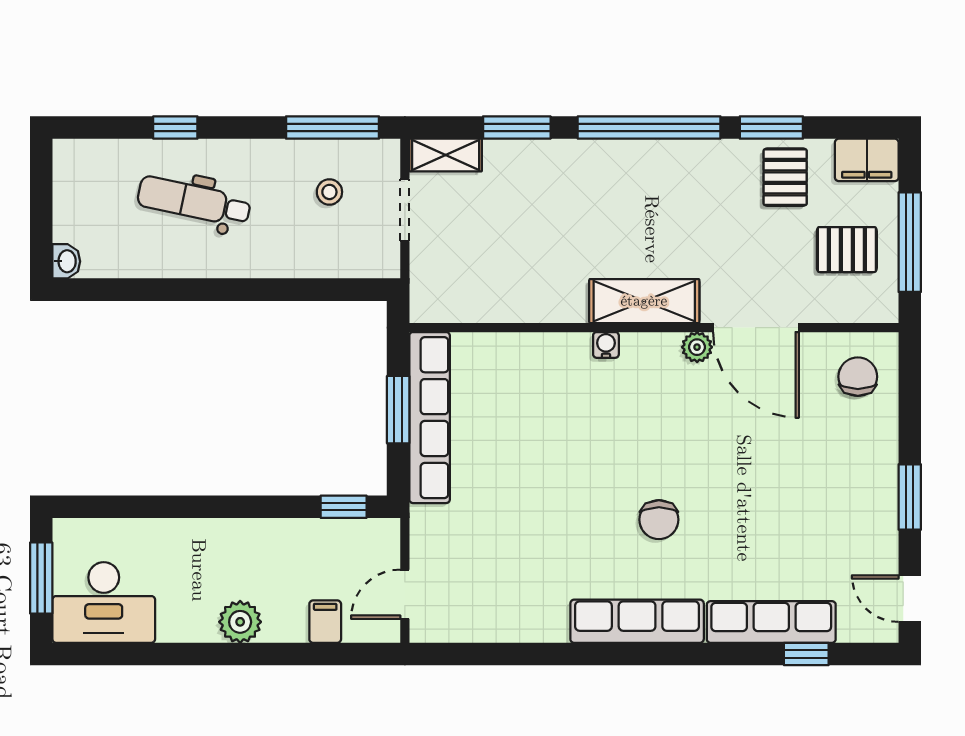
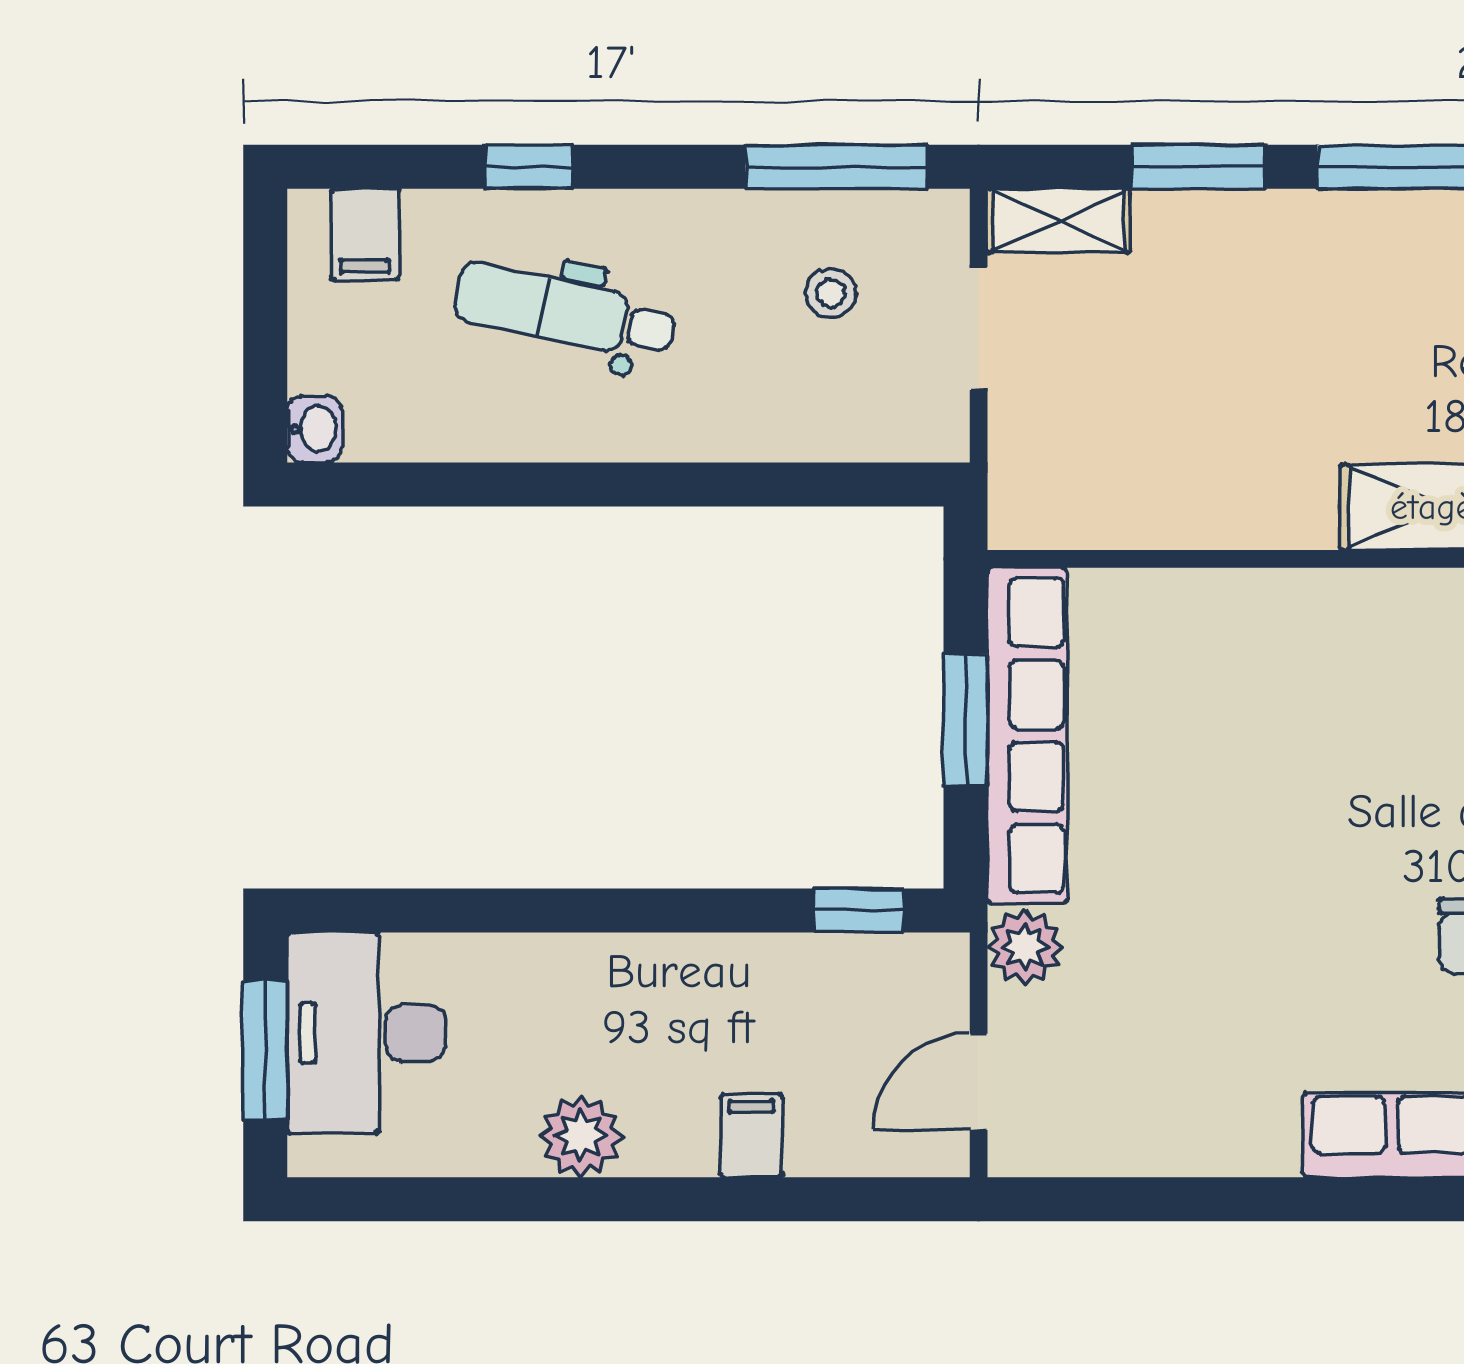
filing cabinet: (92, 162) -> (365, 234), added
water cooler: (606, 345) -> (1373, 593), removed
plant: (428, 525) -> (1025, 947), added
desk: (104, 602) -> (366, 1033), moved, turned 90
plant: (240, 622) -> (581, 1136), moved
filing cabinet: (325, 622) -> (751, 1136), moved

